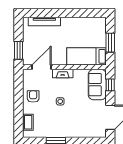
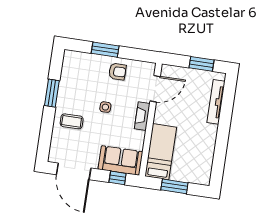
window: (18, 50) -> (201, 64), moved
door: (41, 67) -> (155, 89), hinge flipped
window: (18, 108) -> (105, 50), added
coffee table: (28, 122) -> (72, 121), moved

